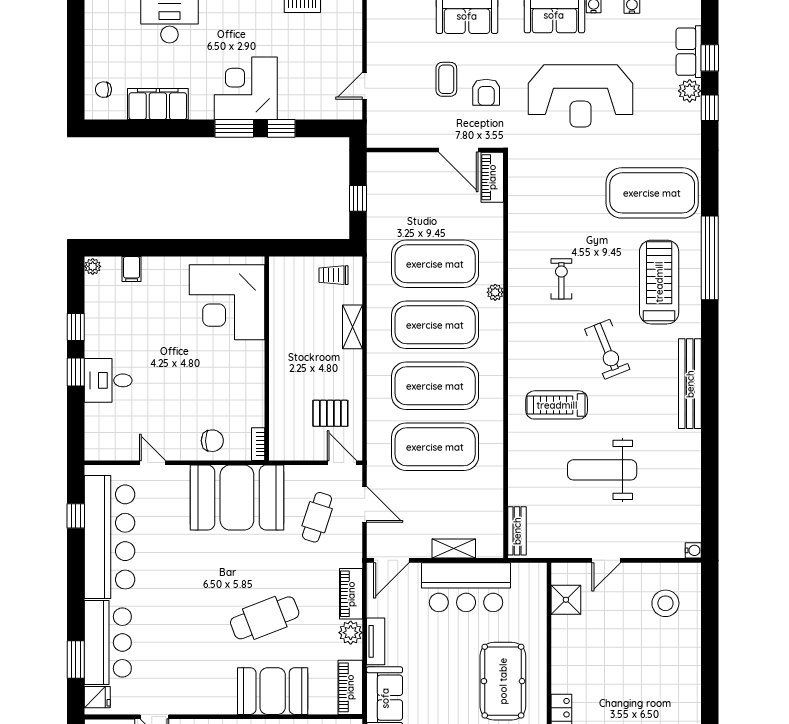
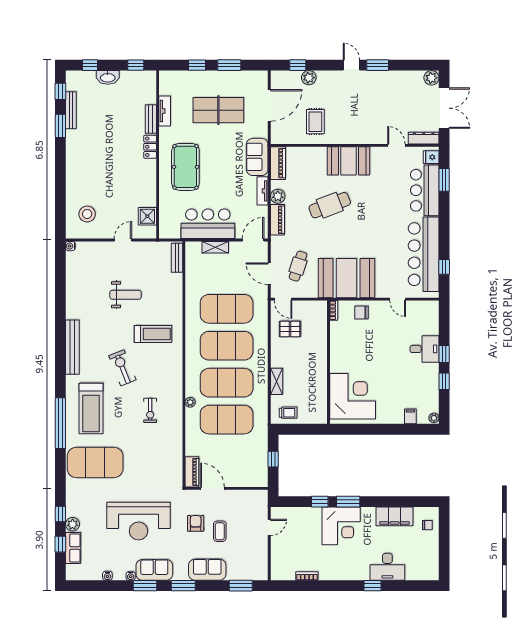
reception desk: (581, 96) -> (139, 521), turned 180
weight bench: (602, 470) -> (125, 295), width x0.73, depth x0.75
booth: (273, 691) -> (349, 161), moved

